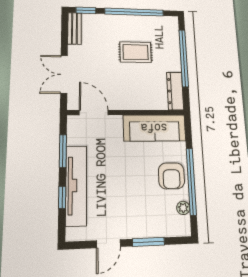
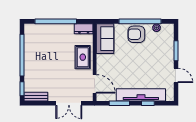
rug: (136, 52) -> (83, 57), moved
dresser: (175, 91) -> (84, 29), width x0.70
door: (94, 113) -> (95, 84), swing flipped
sofa: (154, 128) -> (105, 39), width x0.73
armchair: (171, 176) -> (136, 34), turned 180

